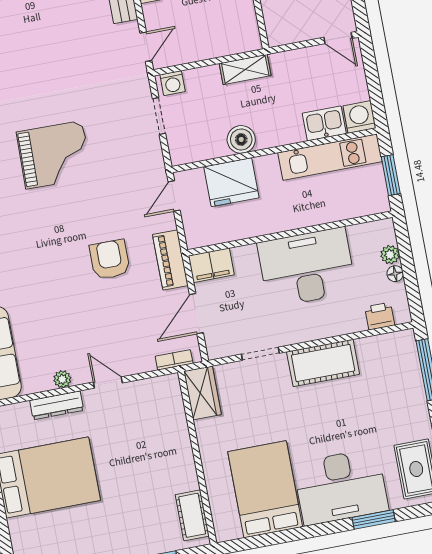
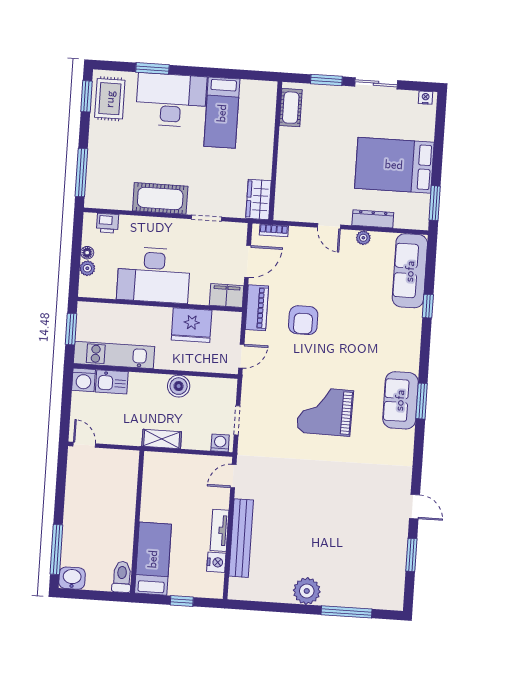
fridge: (231, 182) -> (192, 325), moved, turned 180
bed: (265, 489) -> (222, 113), width x0.67

